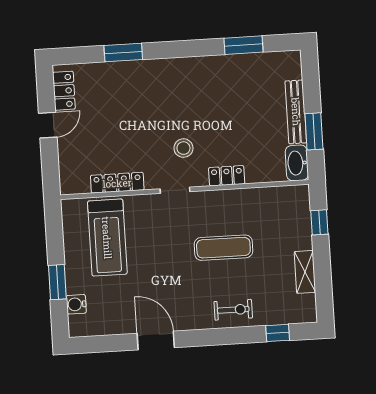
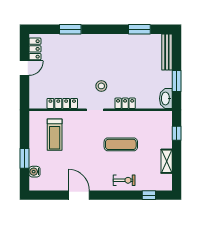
bench: (296, 112) -> (167, 52), moved
treadmill: (107, 238) -> (55, 135), width x0.73, depth x0.73

